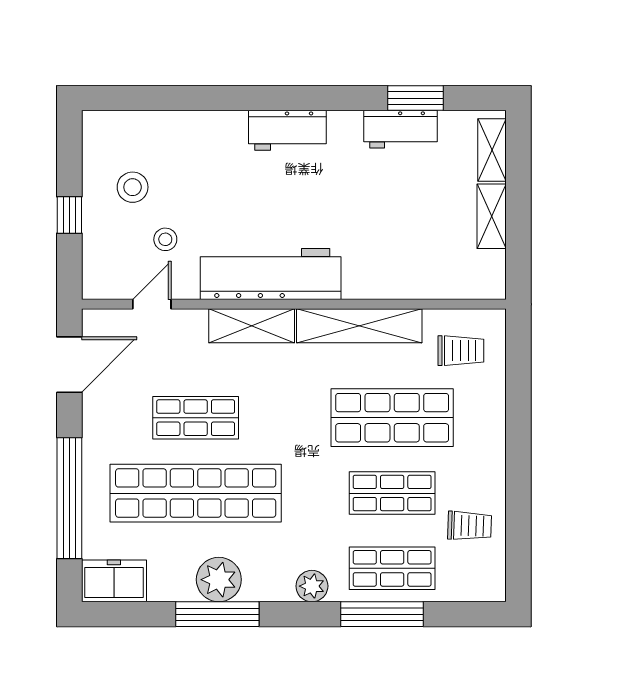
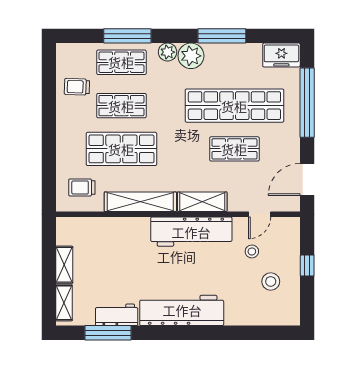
window: (415, 98) -> (108, 333), width x1.44
workbench: (287, 130) -> (182, 310), width x1.88, depth x1.32
plant: (219, 580) -> (191, 56), moved

